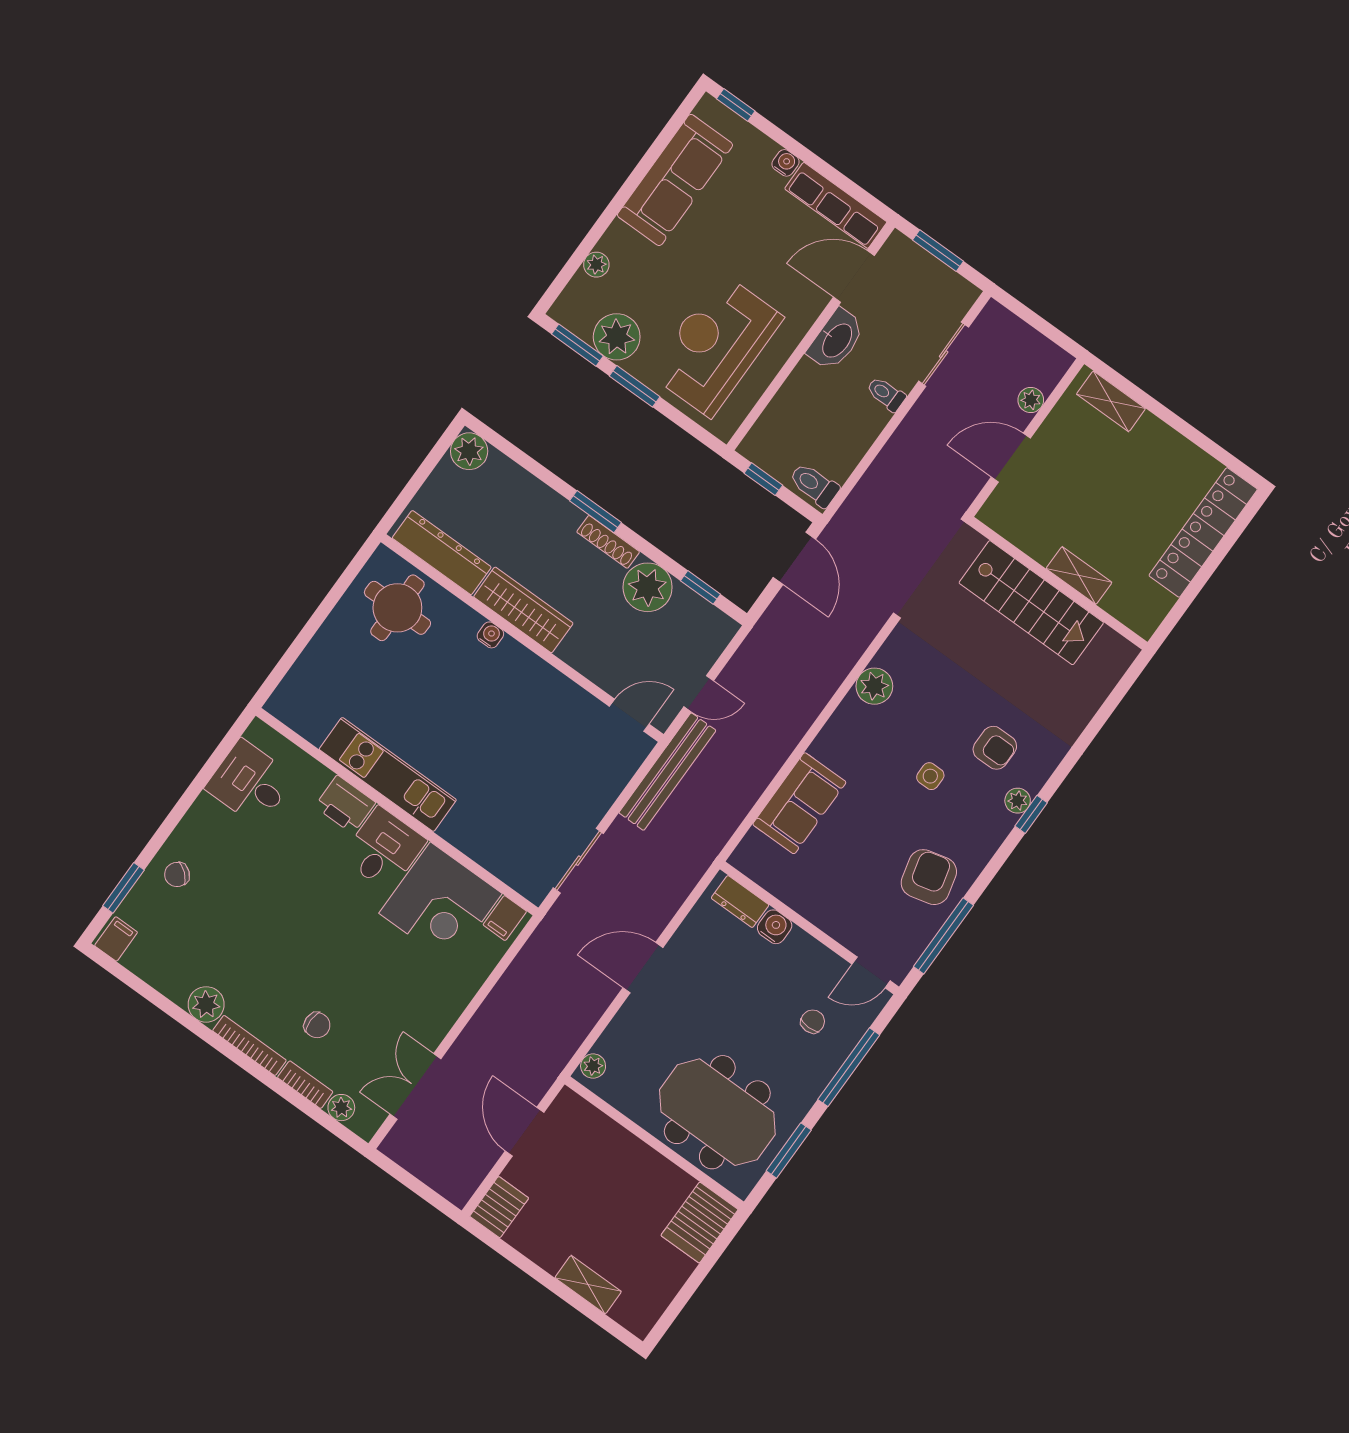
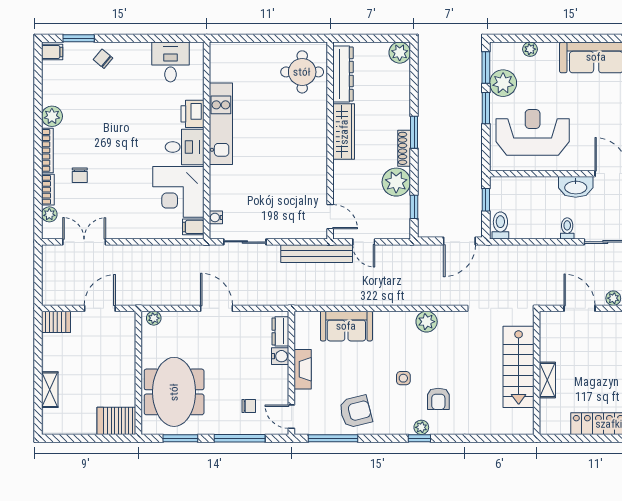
water cooler: (490, 635) -> (216, 217), moved, turned 180
fireplace: (816, 909) -> (303, 369), added

